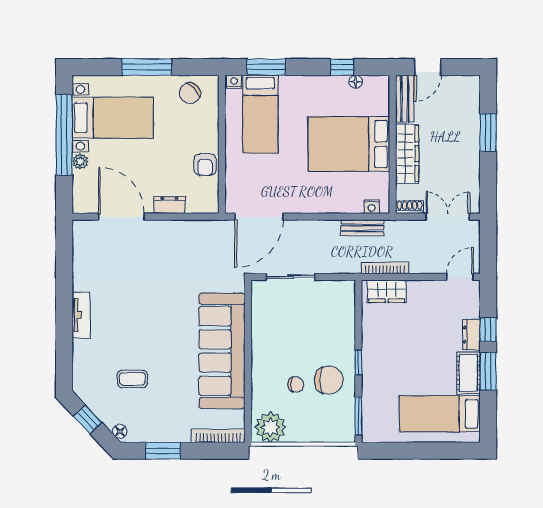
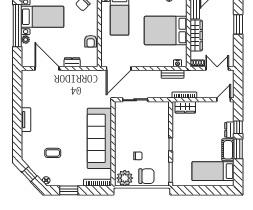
chair: (329, 380) -> (146, 176), moved

